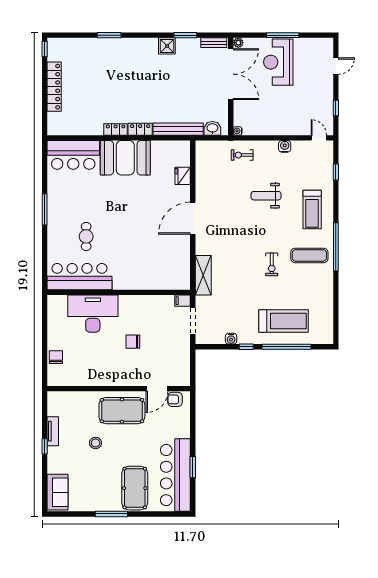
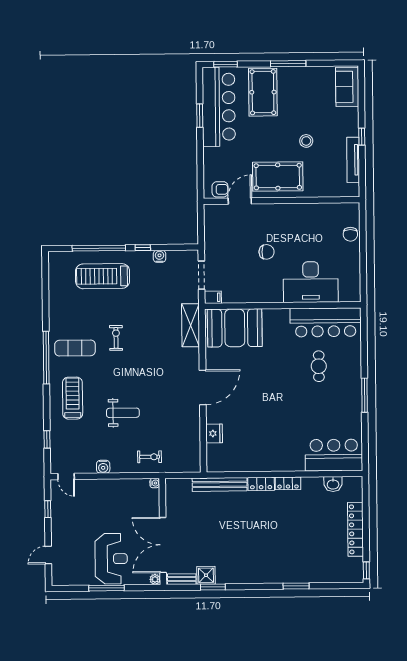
shower: (167, 46) -> (206, 575), moved
washbasin: (212, 128) -> (333, 484), moved
booth: (125, 158) -> (235, 328), moved
tv unit: (53, 431) -> (353, 160), width x1.41
window: (169, 514) -> (225, 64), added

